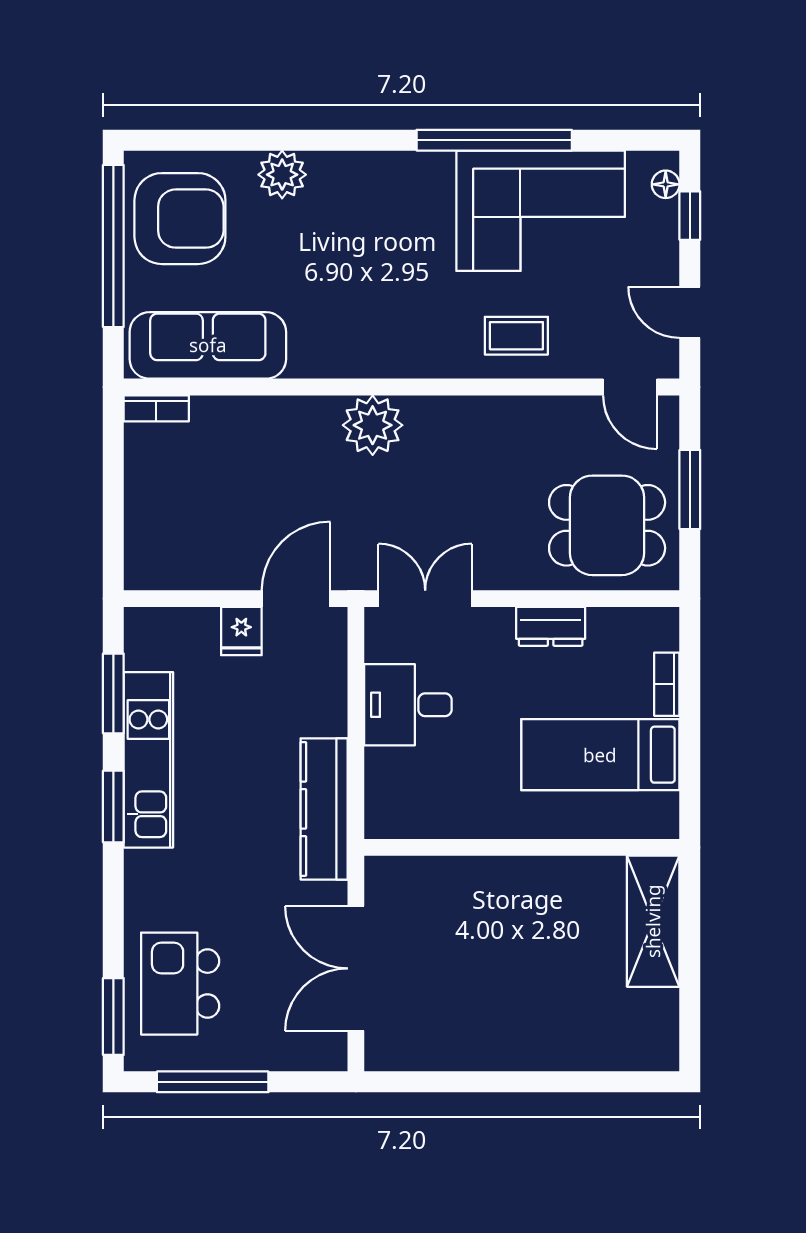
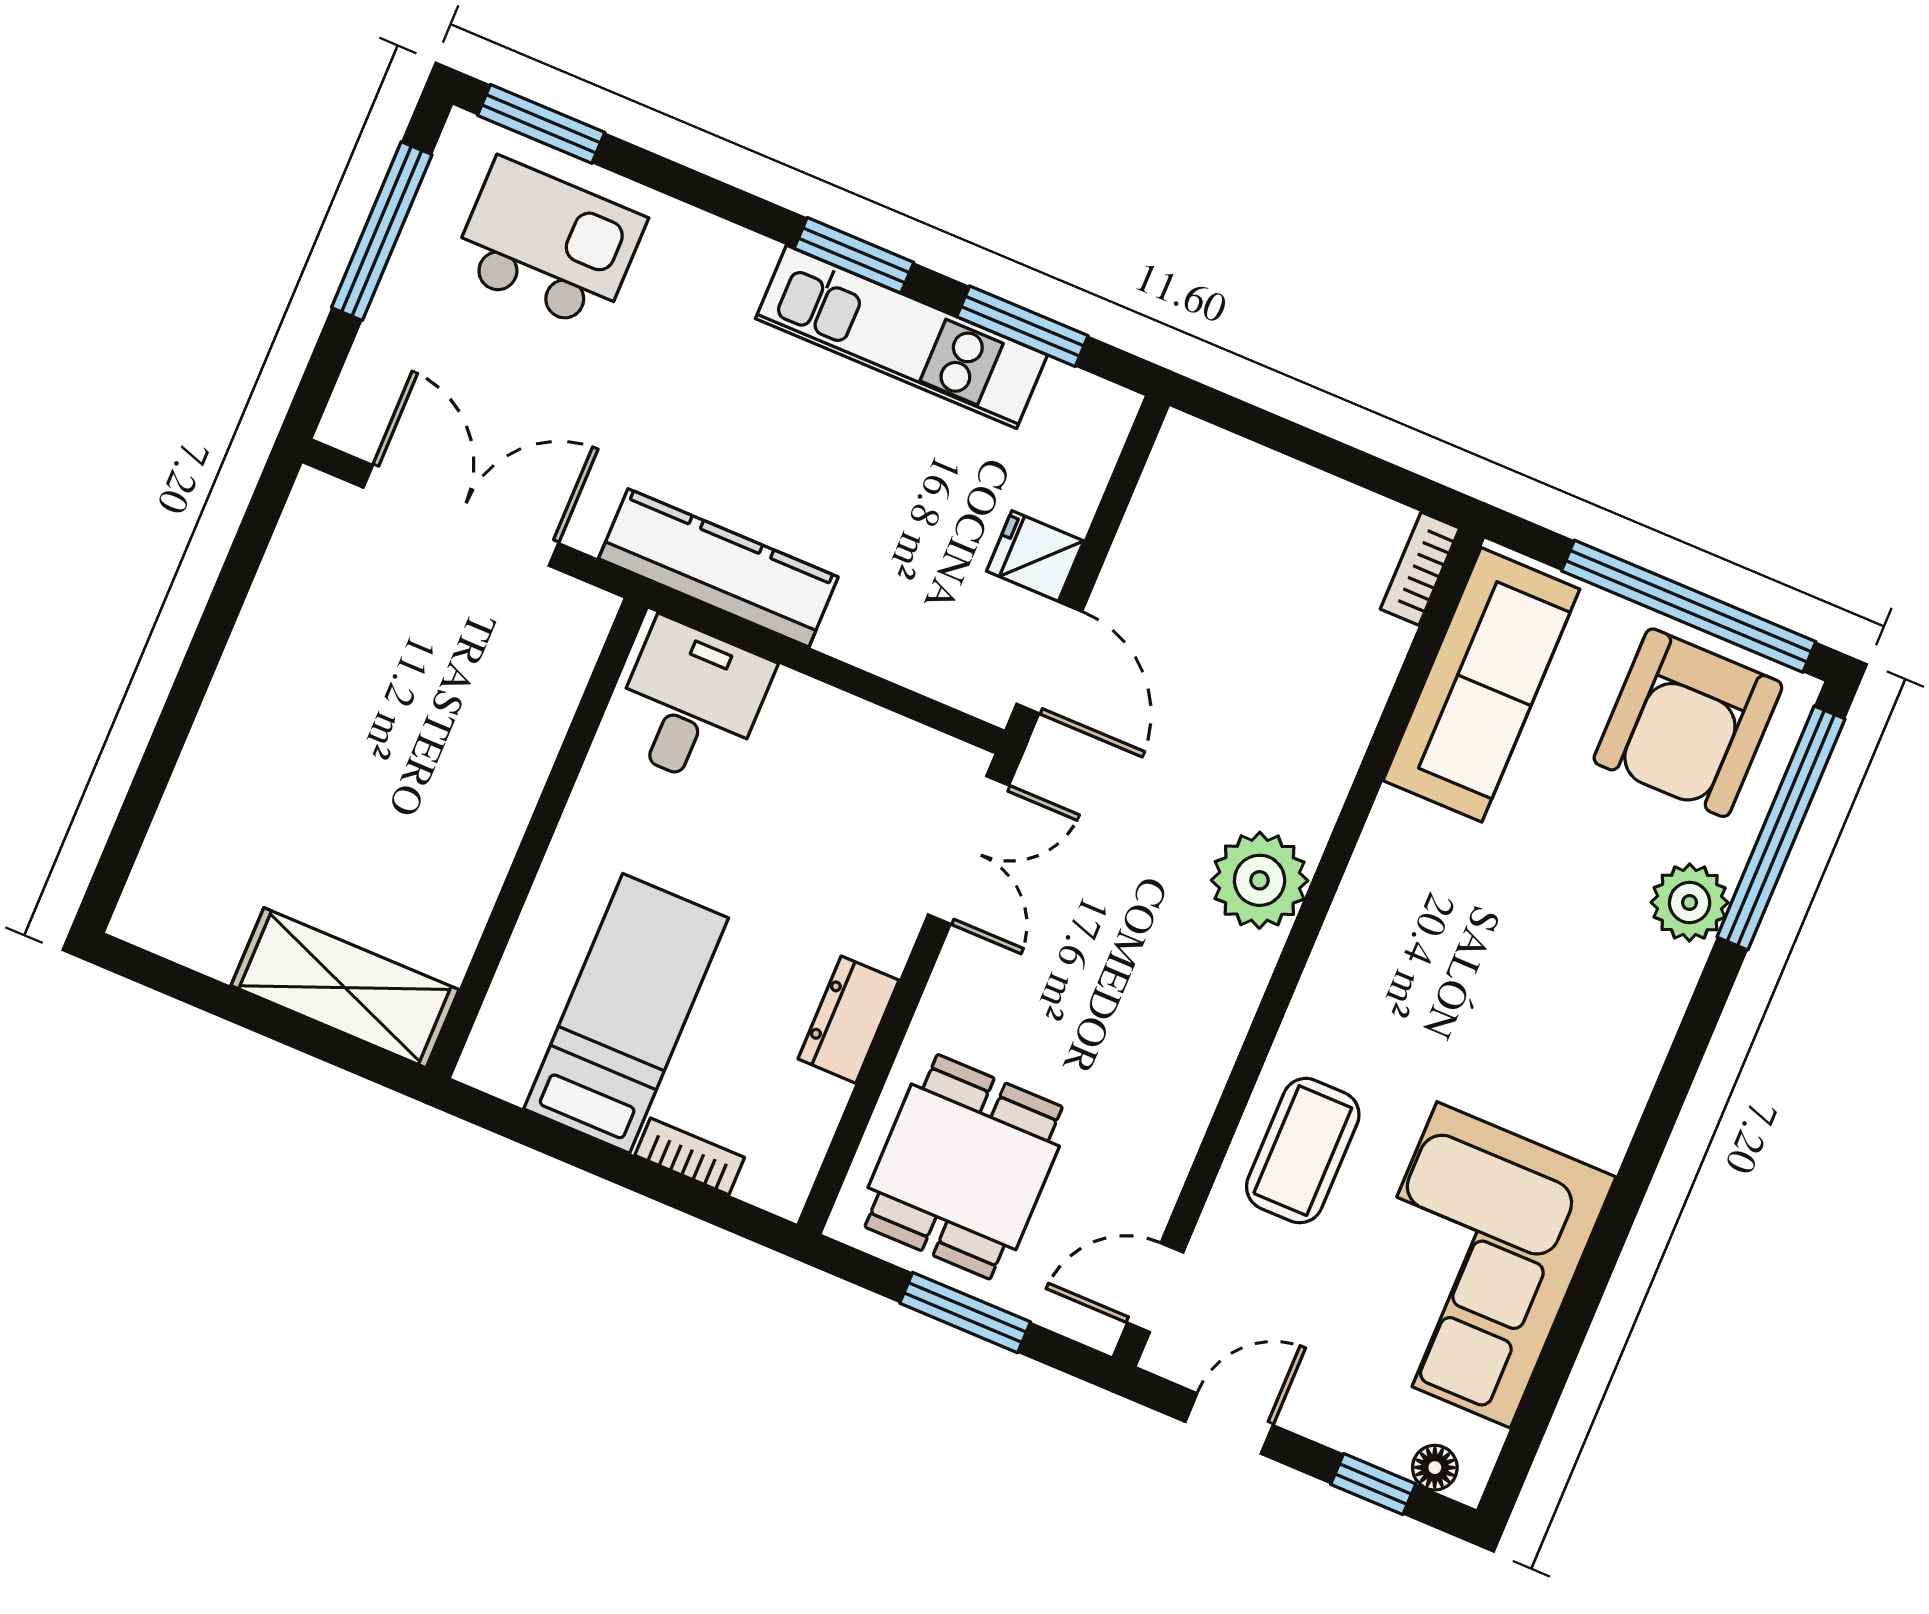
window: (494, 140) -> (1781, 828), moved
coffee table: (516, 336) -> (1303, 1151), width x1.36, depth x1.30
desk: (408, 705) -> (691, 703), moved

